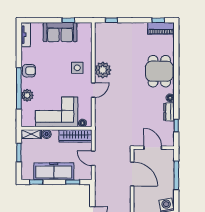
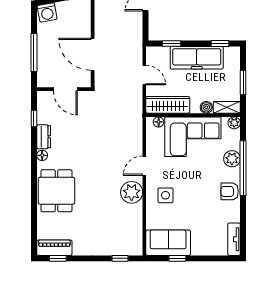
sofa: (60, 32) -> (168, 243), moved
plant: (26, 122) -> (234, 123), added

